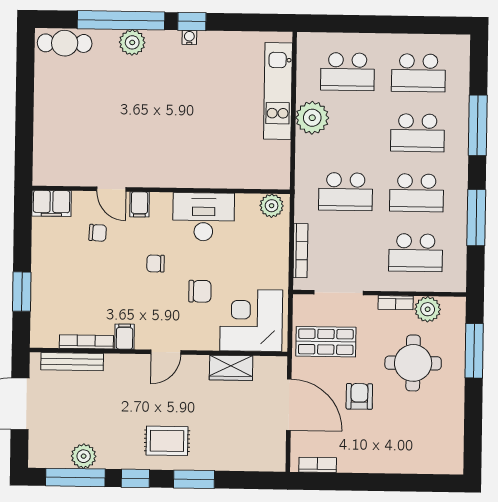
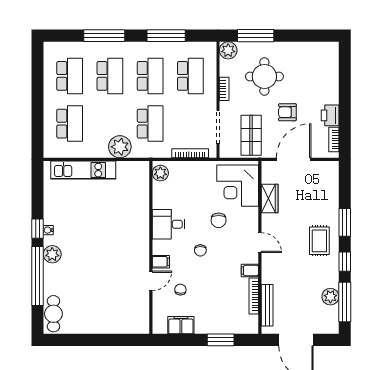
plant: (132, 42) -> (52, 254), moved
plant: (312, 118) -> (120, 147), moved
filing cabinet: (51, 203) -> (181, 325), moved, turned -90
desk: (204, 217) -> (169, 224), width x0.73
chair: (200, 291) -> (219, 220), turned 180
plant: (428, 309) -> (228, 50), moved
printer: (354, 460) -> (330, 115), added

